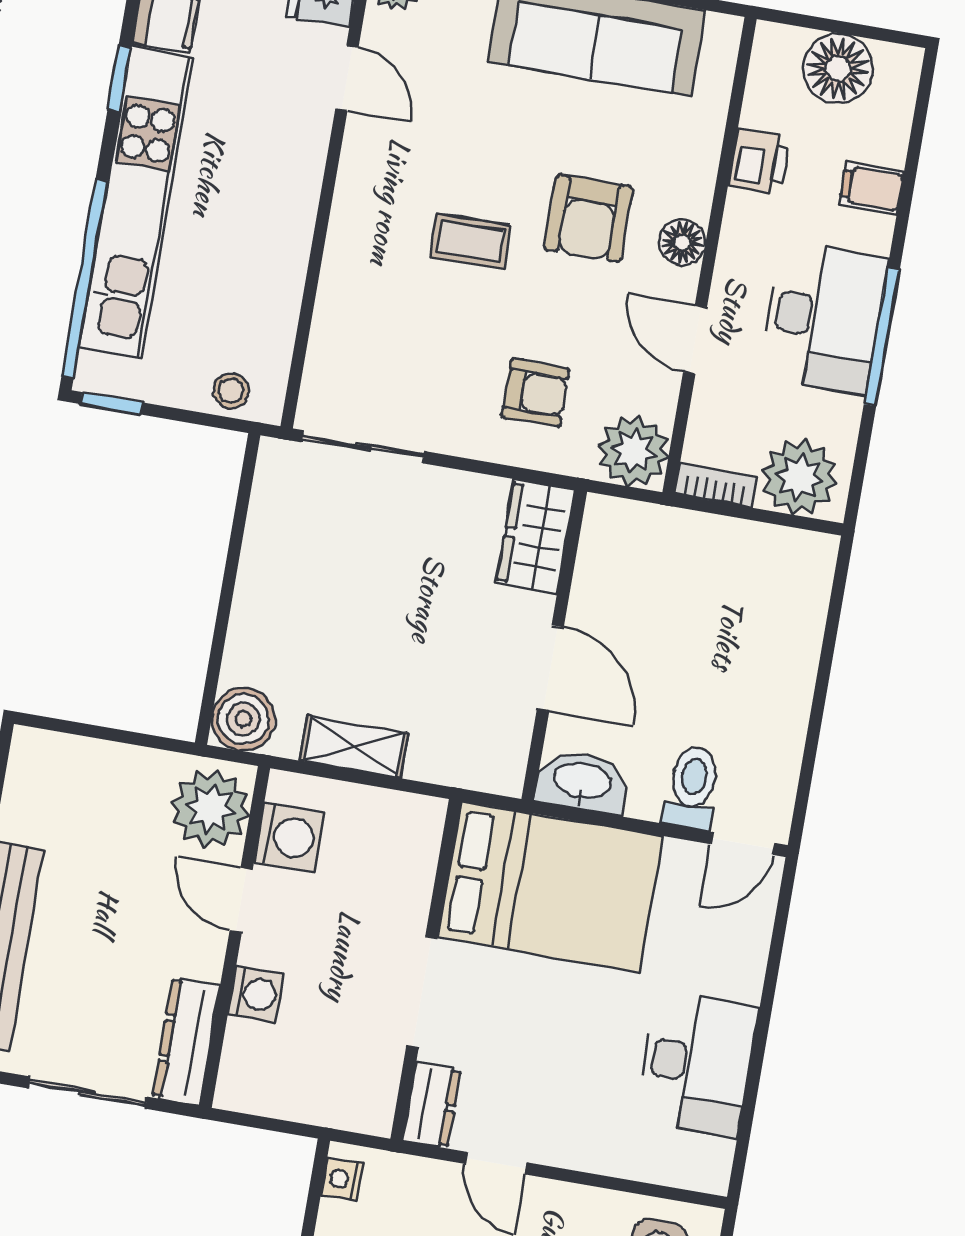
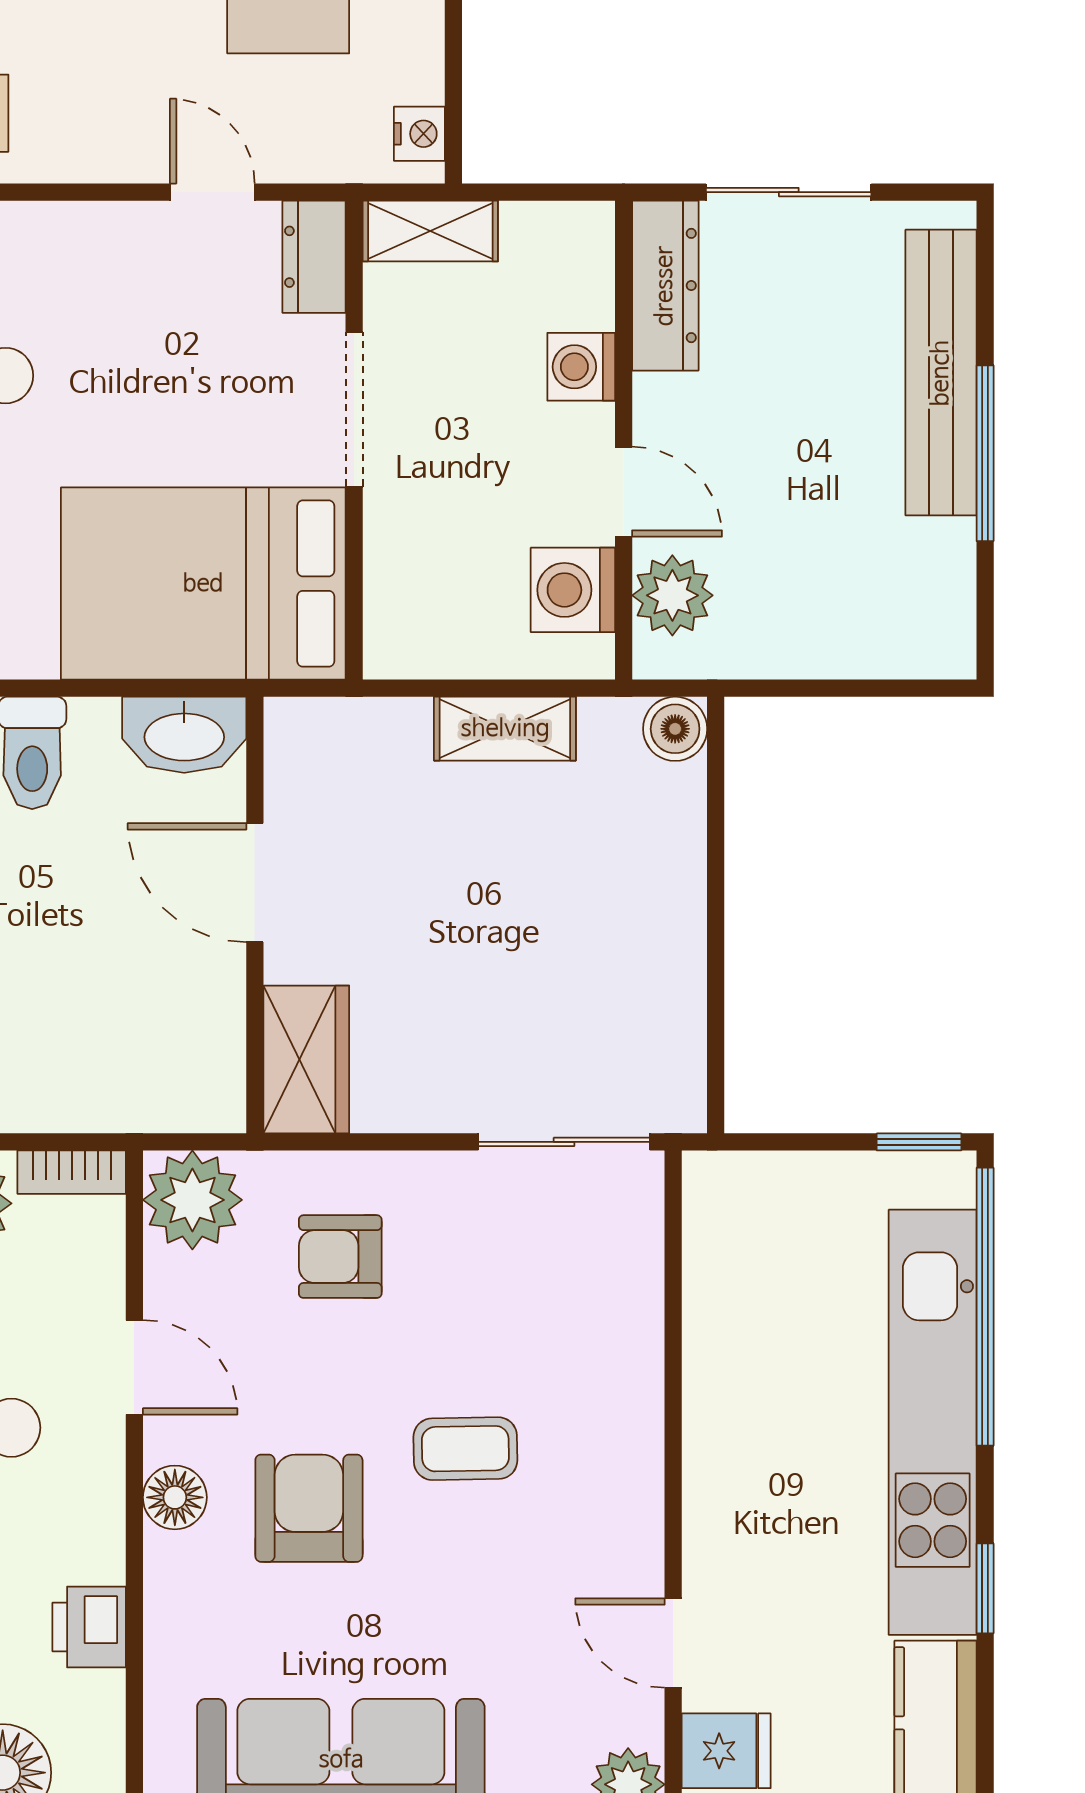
stool: (231, 391) -> (758, 1187), removed
boiler: (243, 719) -> (675, 729), width x0.73, depth x0.73
plant: (211, 809) -> (672, 595), width x0.73, depth x0.73
shelving: (346, 1109) -> (430, 231), added

